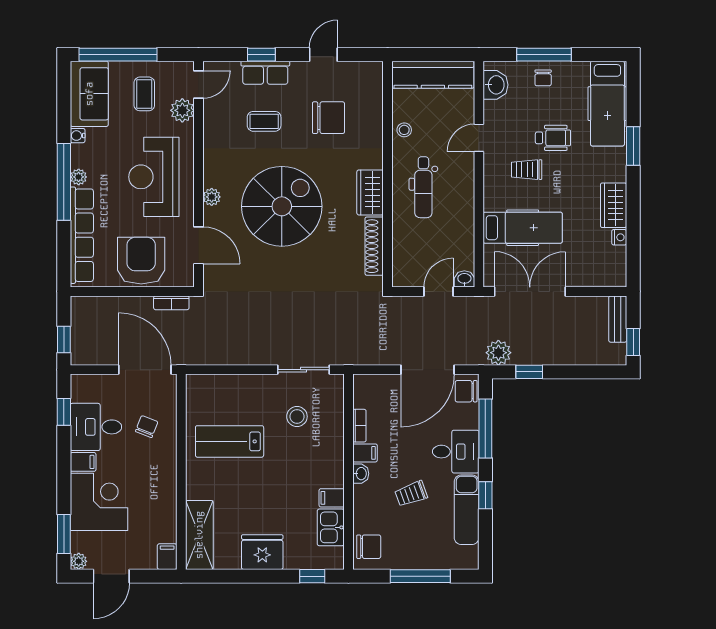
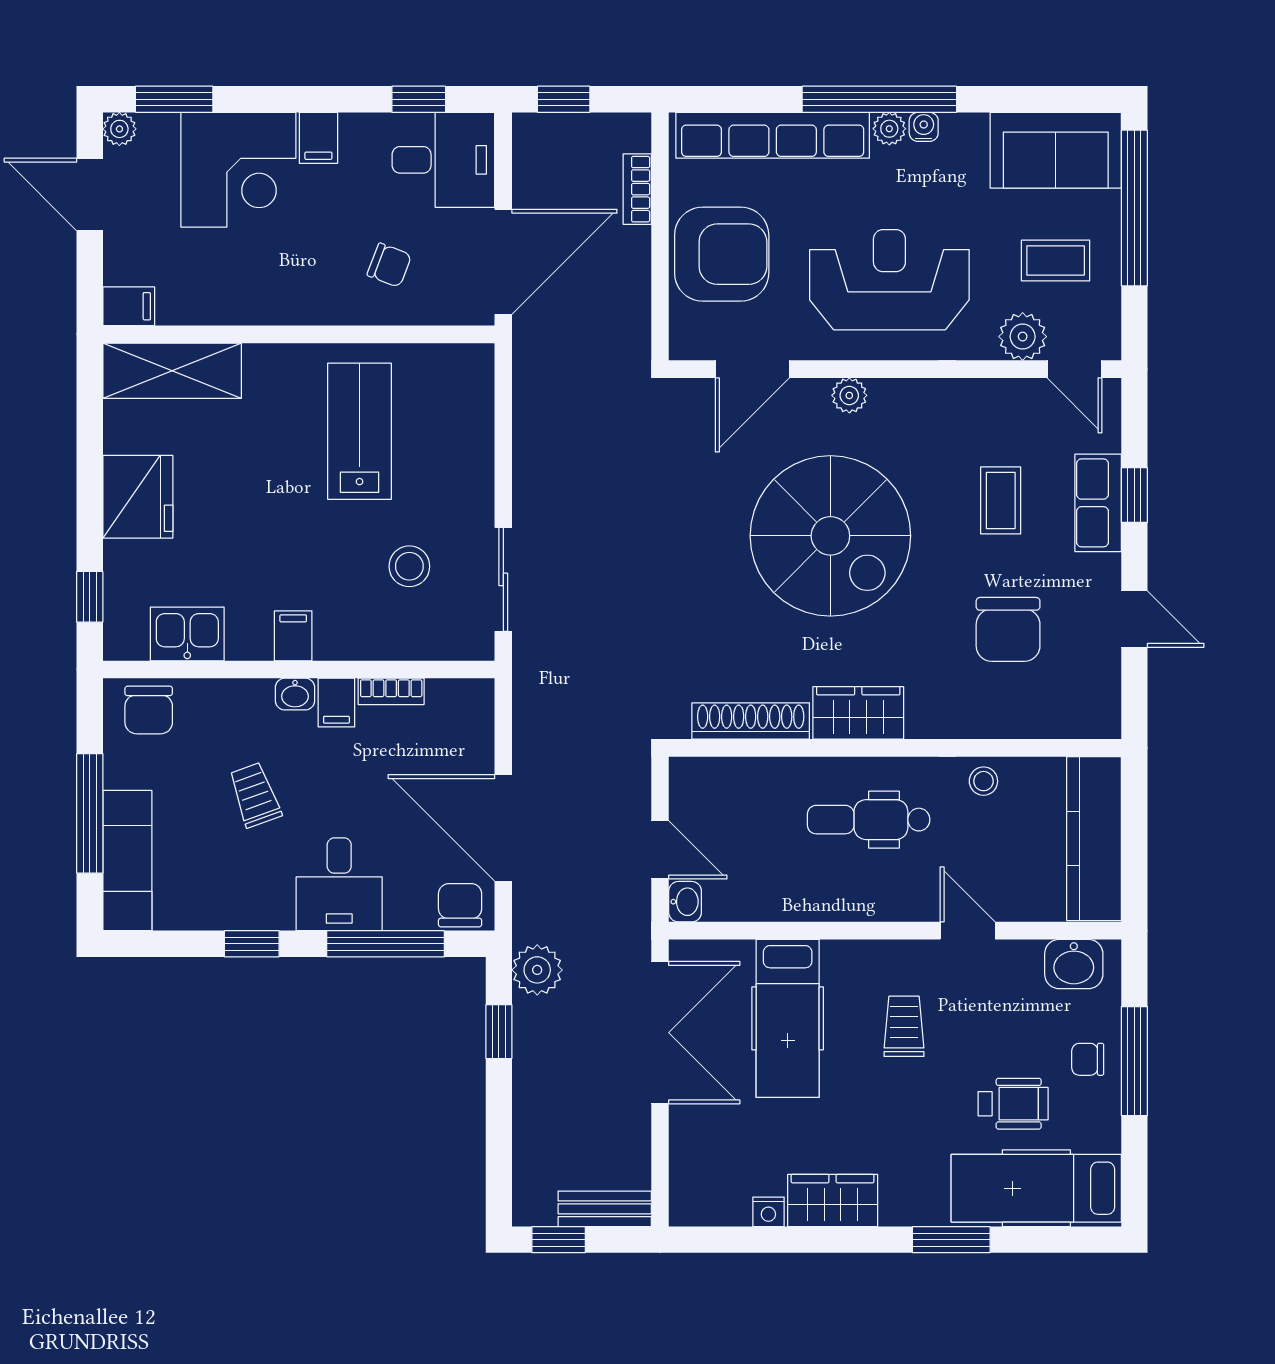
water cooler: (78, 136) -> (924, 127), moved
wheelchair: (553, 138) -> (1013, 1104), moved, turned -90
bookcase: (171, 303) -> (637, 189), moved
desk: (96, 427) -> (443, 160), moved, turned 90
filing cabinet: (332, 498) -> (293, 636), moved
exam couch: (467, 510) -> (127, 861), moved, turned 90

